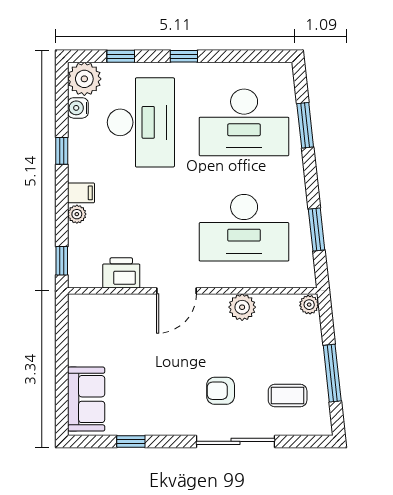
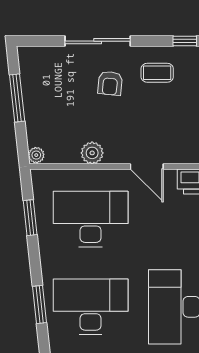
door: (177, 291) -> (147, 166), swing flipped
armchair: (221, 391) -> (110, 83), turned 96
coffee table: (288, 395) -> (157, 73), moved

